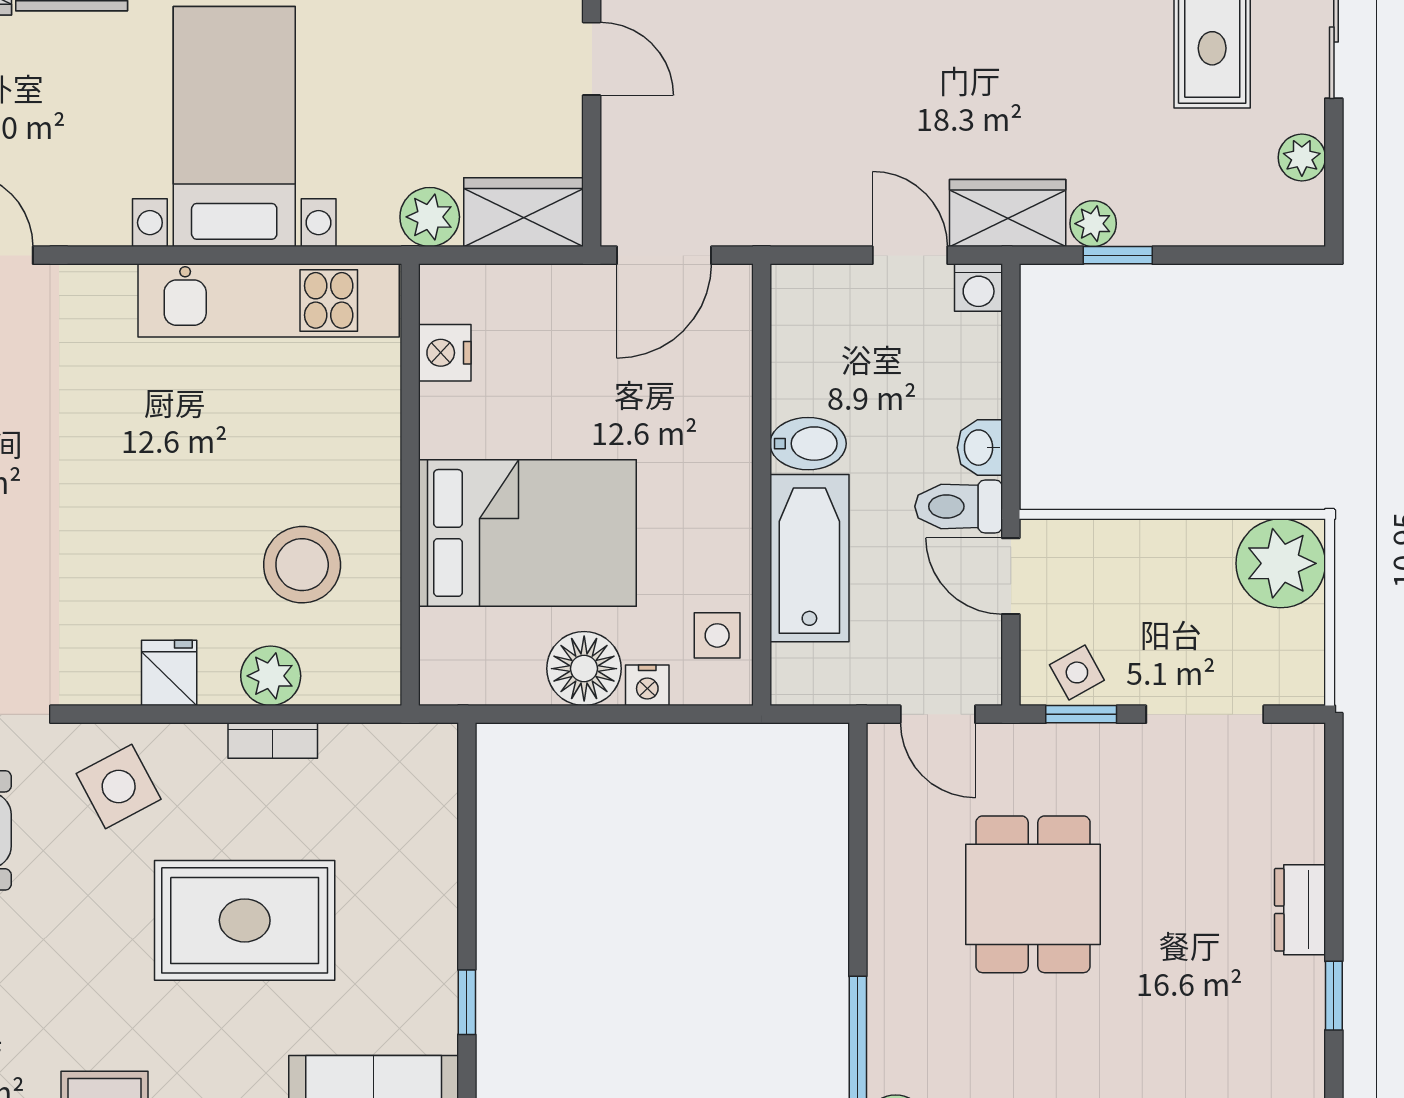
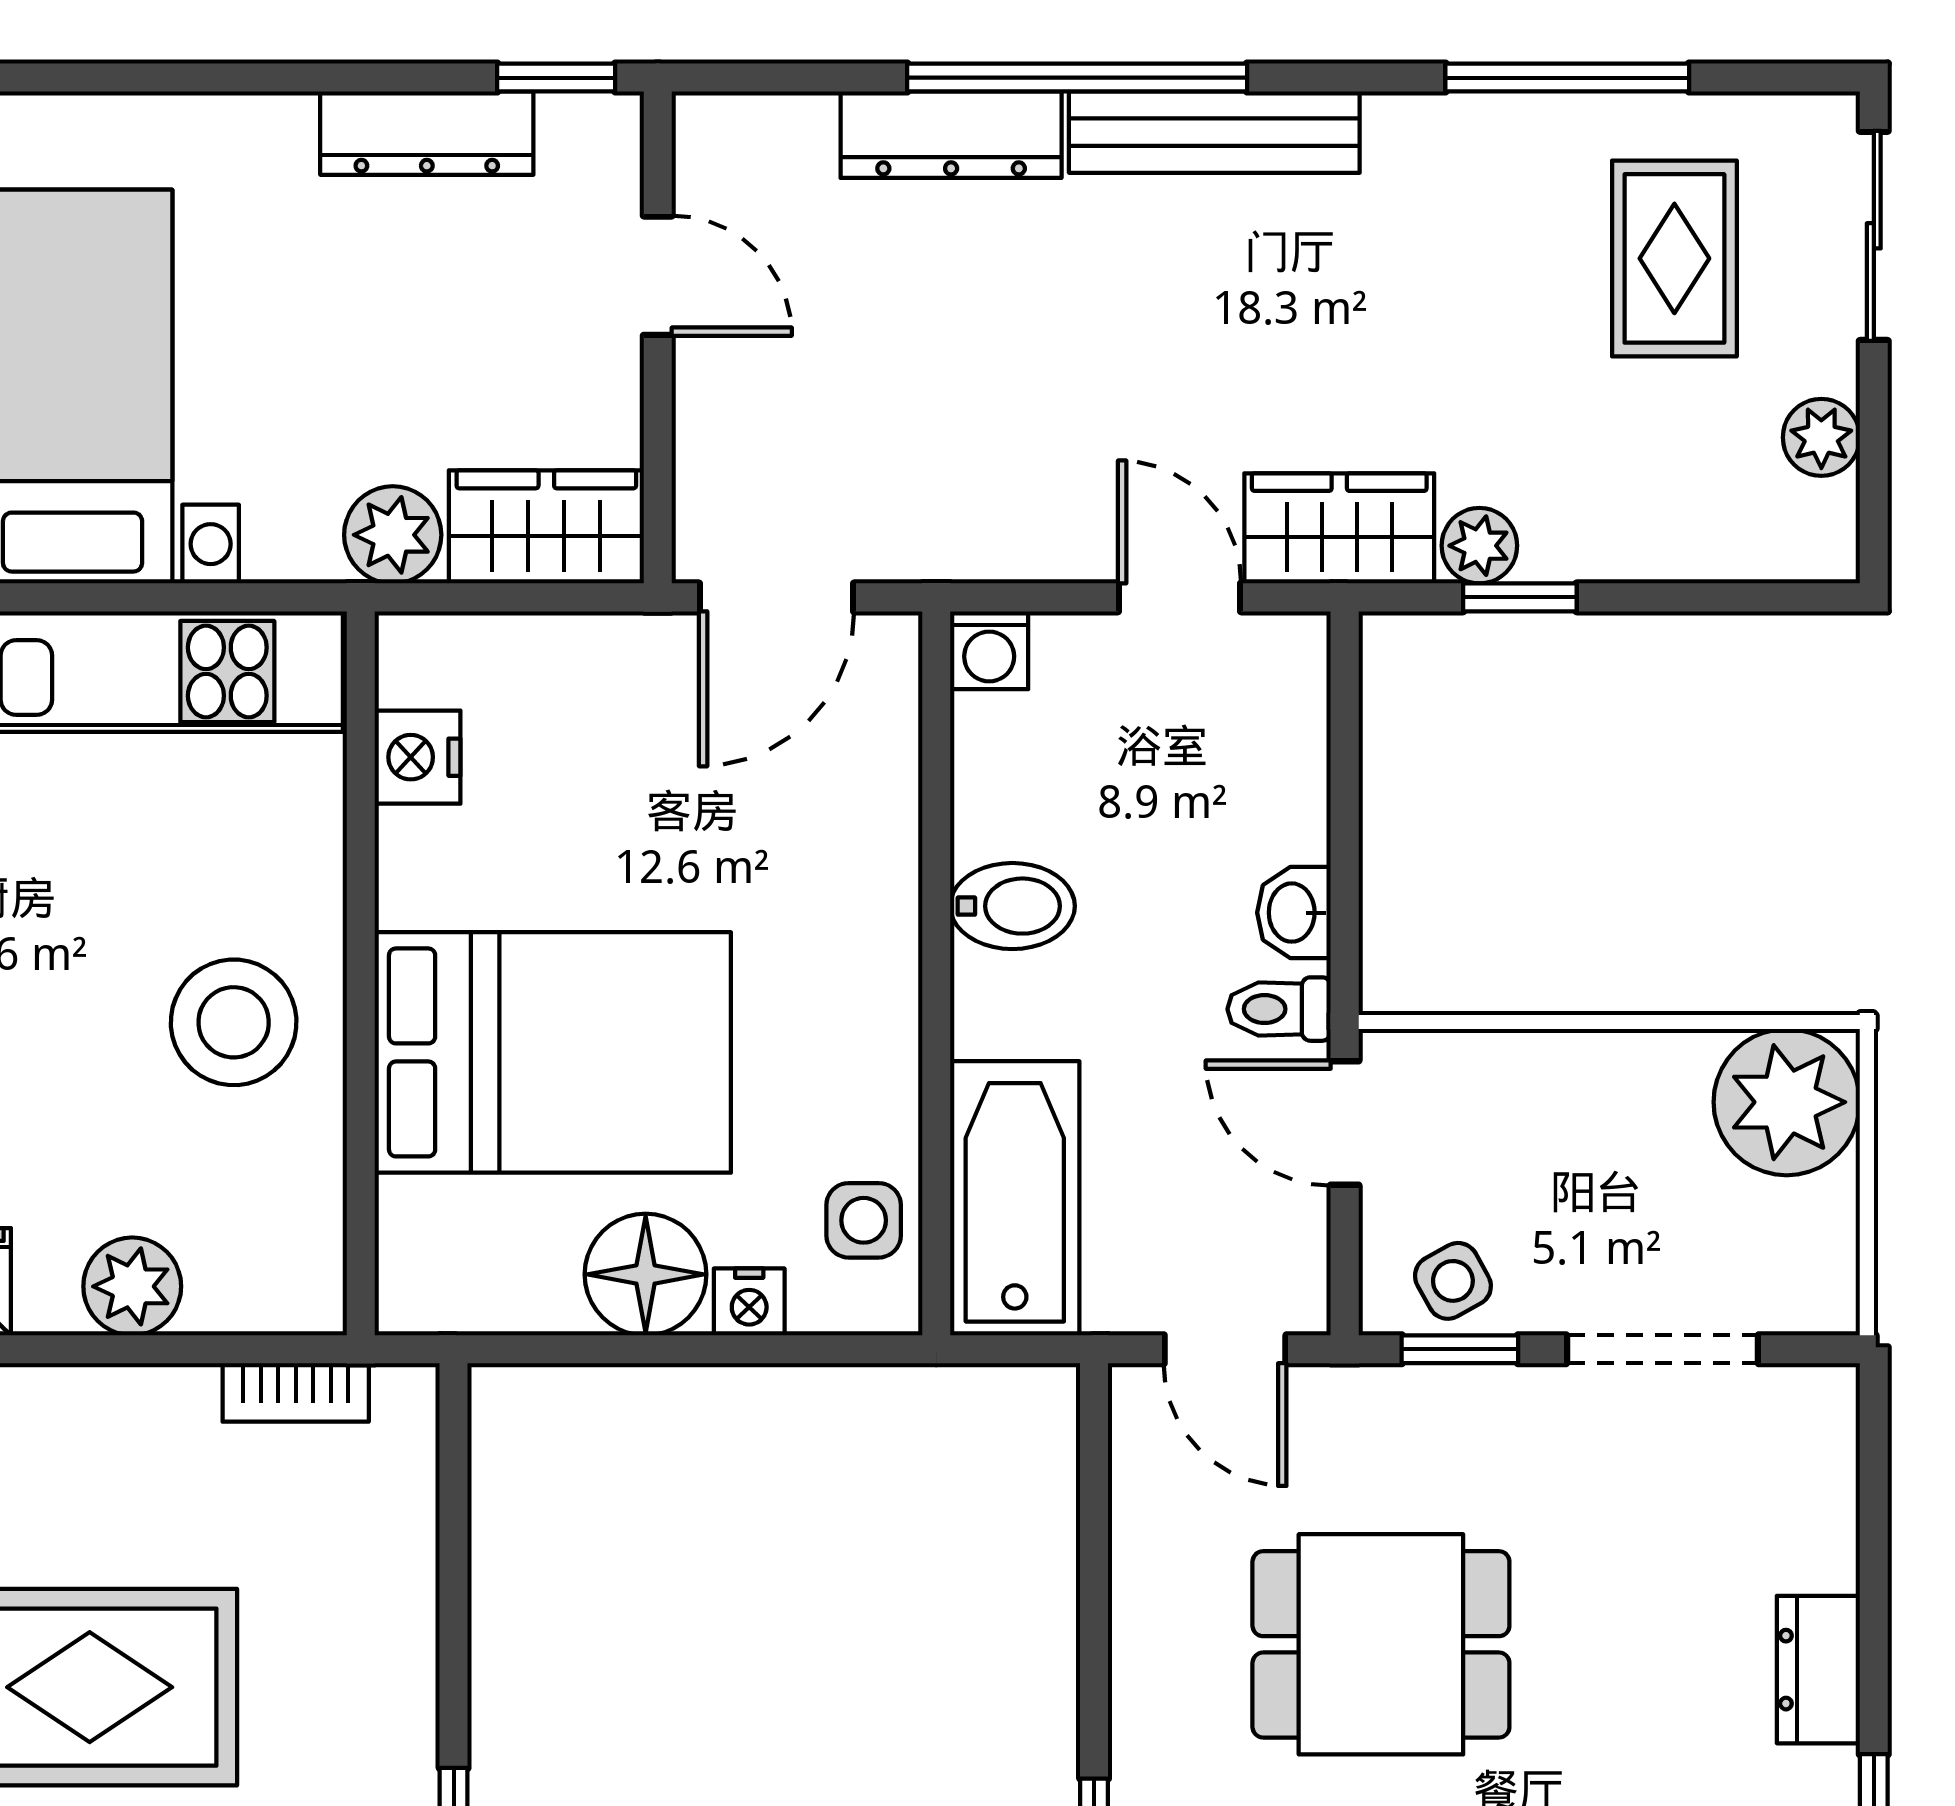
washing machine: (979, 287) -> (989, 650), moved
toilet: (959, 506) -> (1279, 1009), width x0.73, depth x0.72
bathtub: (809, 558) -> (1015, 1198), moved
stool: (302, 565) -> (234, 1022), moved
bookcase: (273, 741) -> (296, 1392), moved
dining table: (1033, 894) -> (1381, 1644), turned 90

